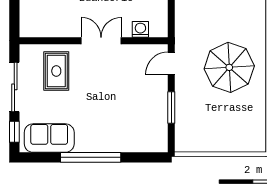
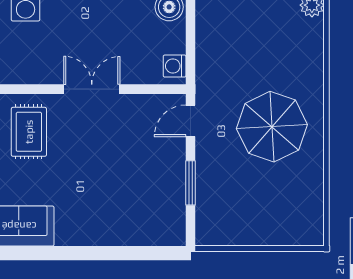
washing machine: (140, 29) -> (175, 66), moved, turned -90
window: (91, 157) -> (77, 253), removed

